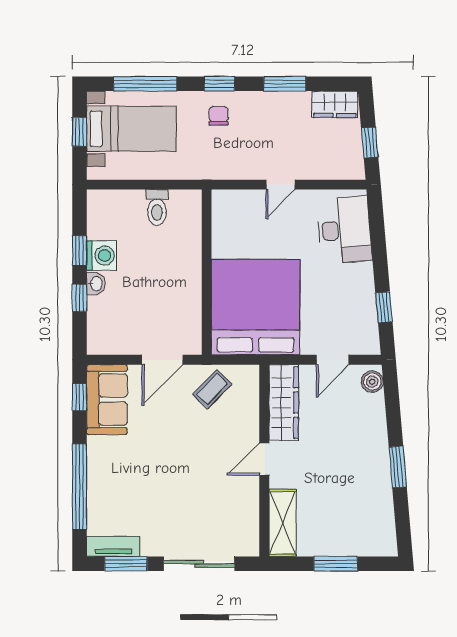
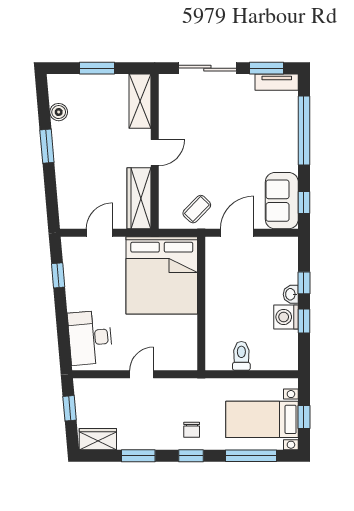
boiler: (372, 382) -> (59, 112), moved

